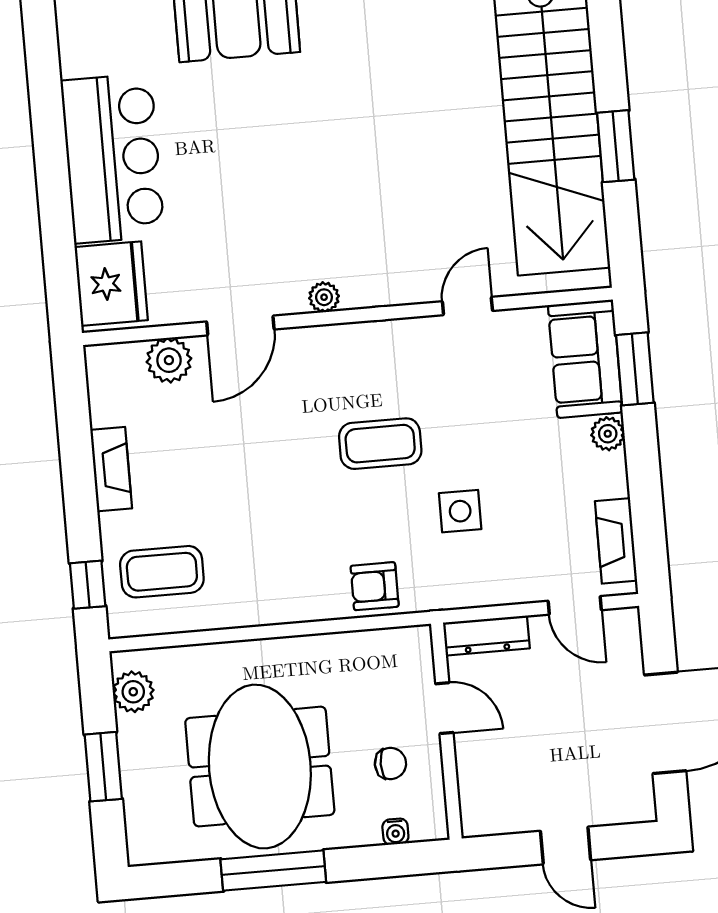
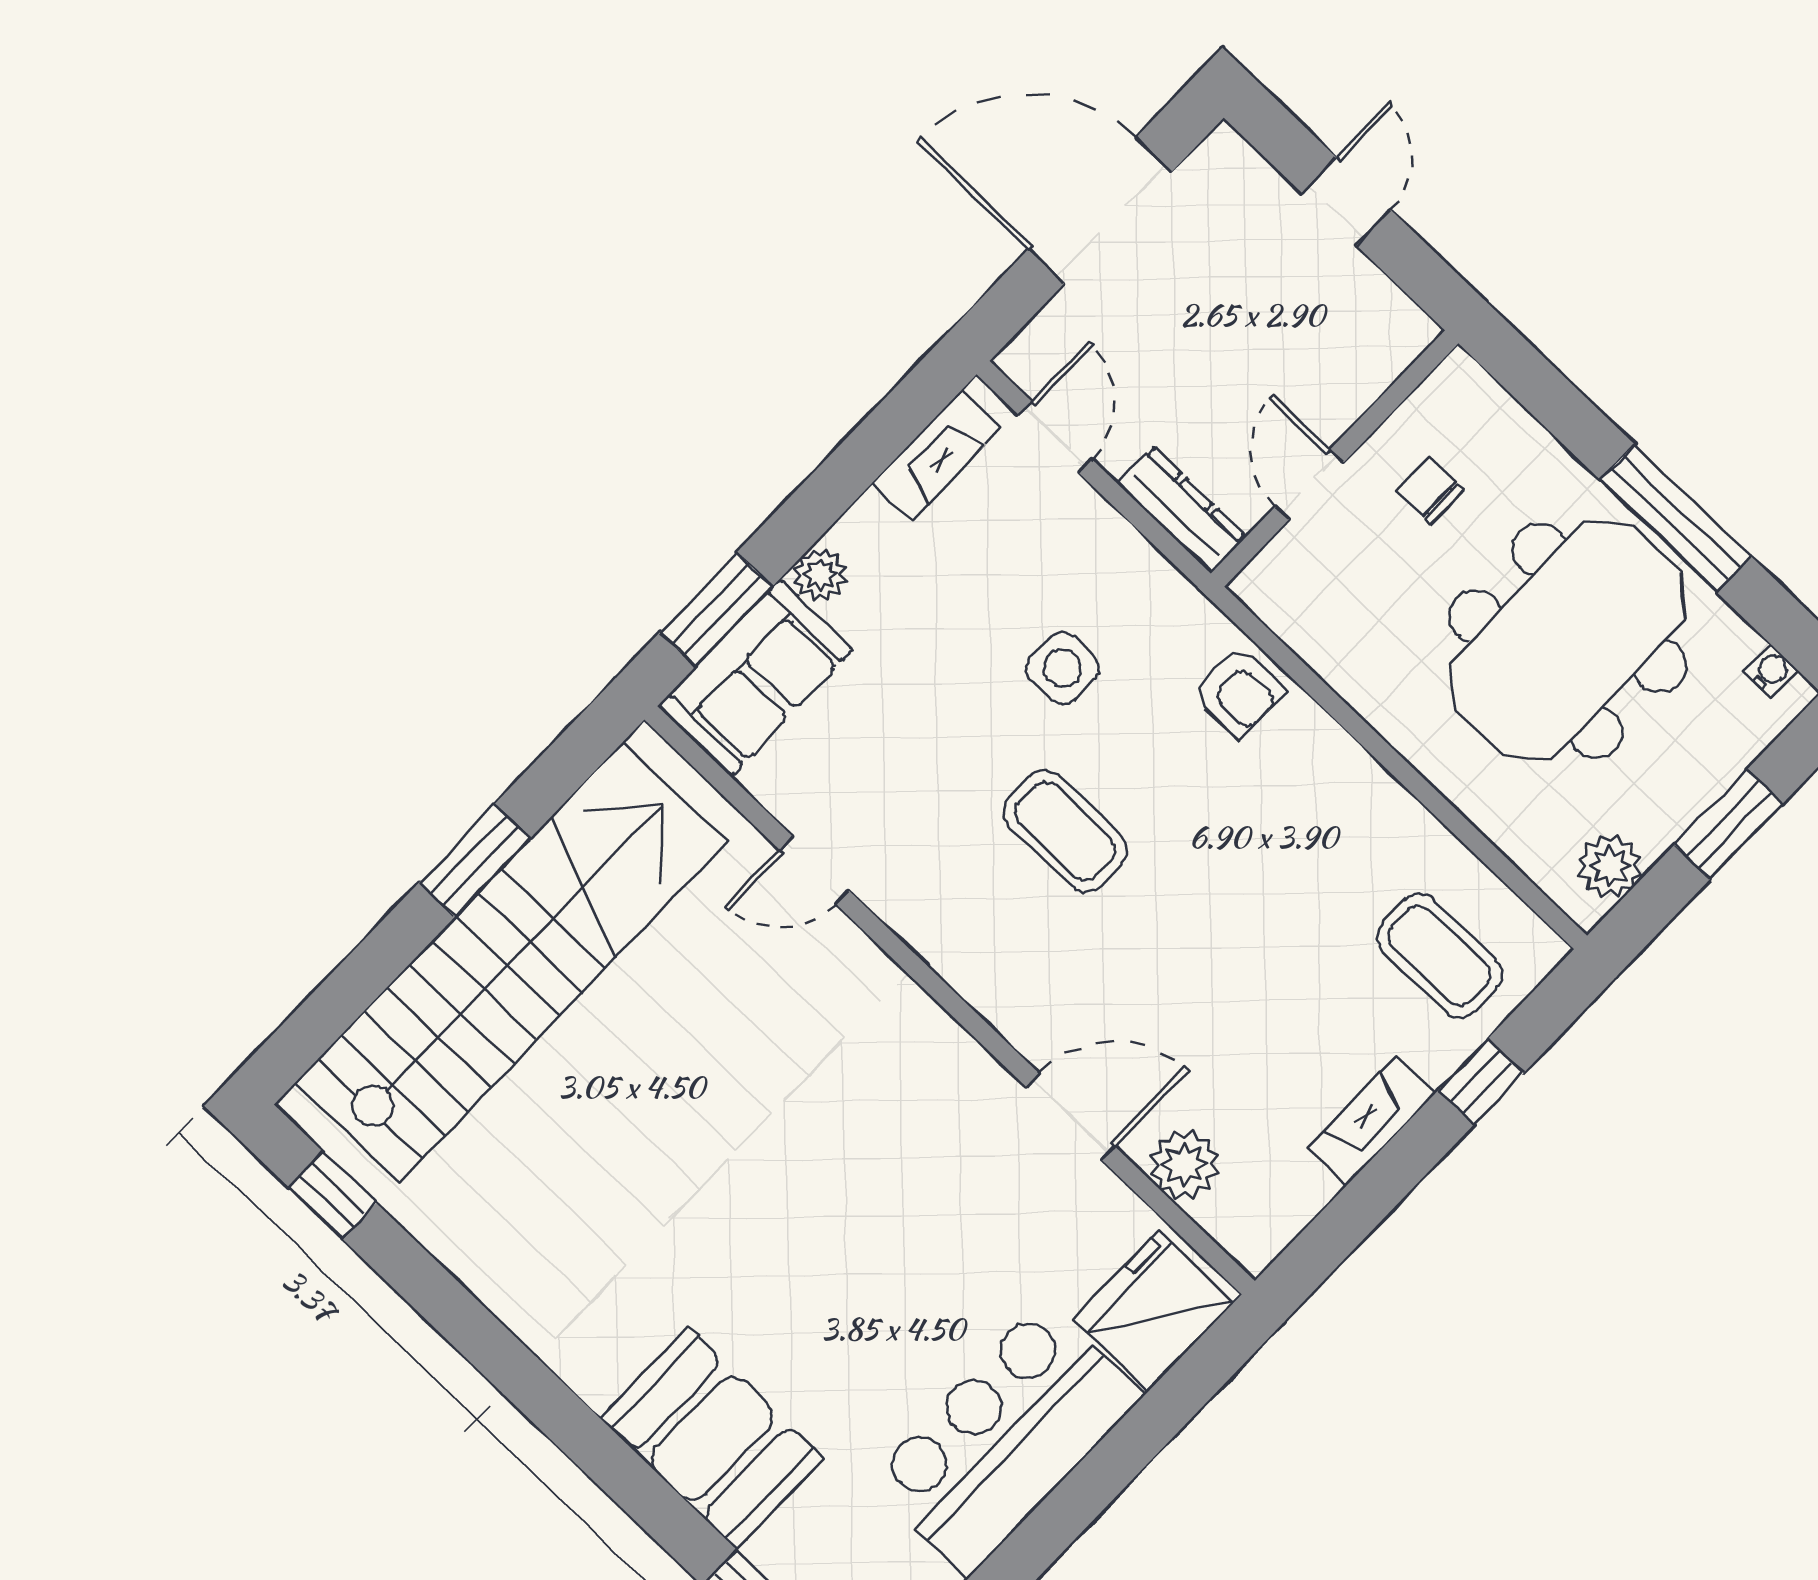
plant: (324, 297) -> (951, 1047), removed
window: (88, 585) -> (1481, 1082), moved
water cooler: (395, 832) -> (1771, 671), moved

